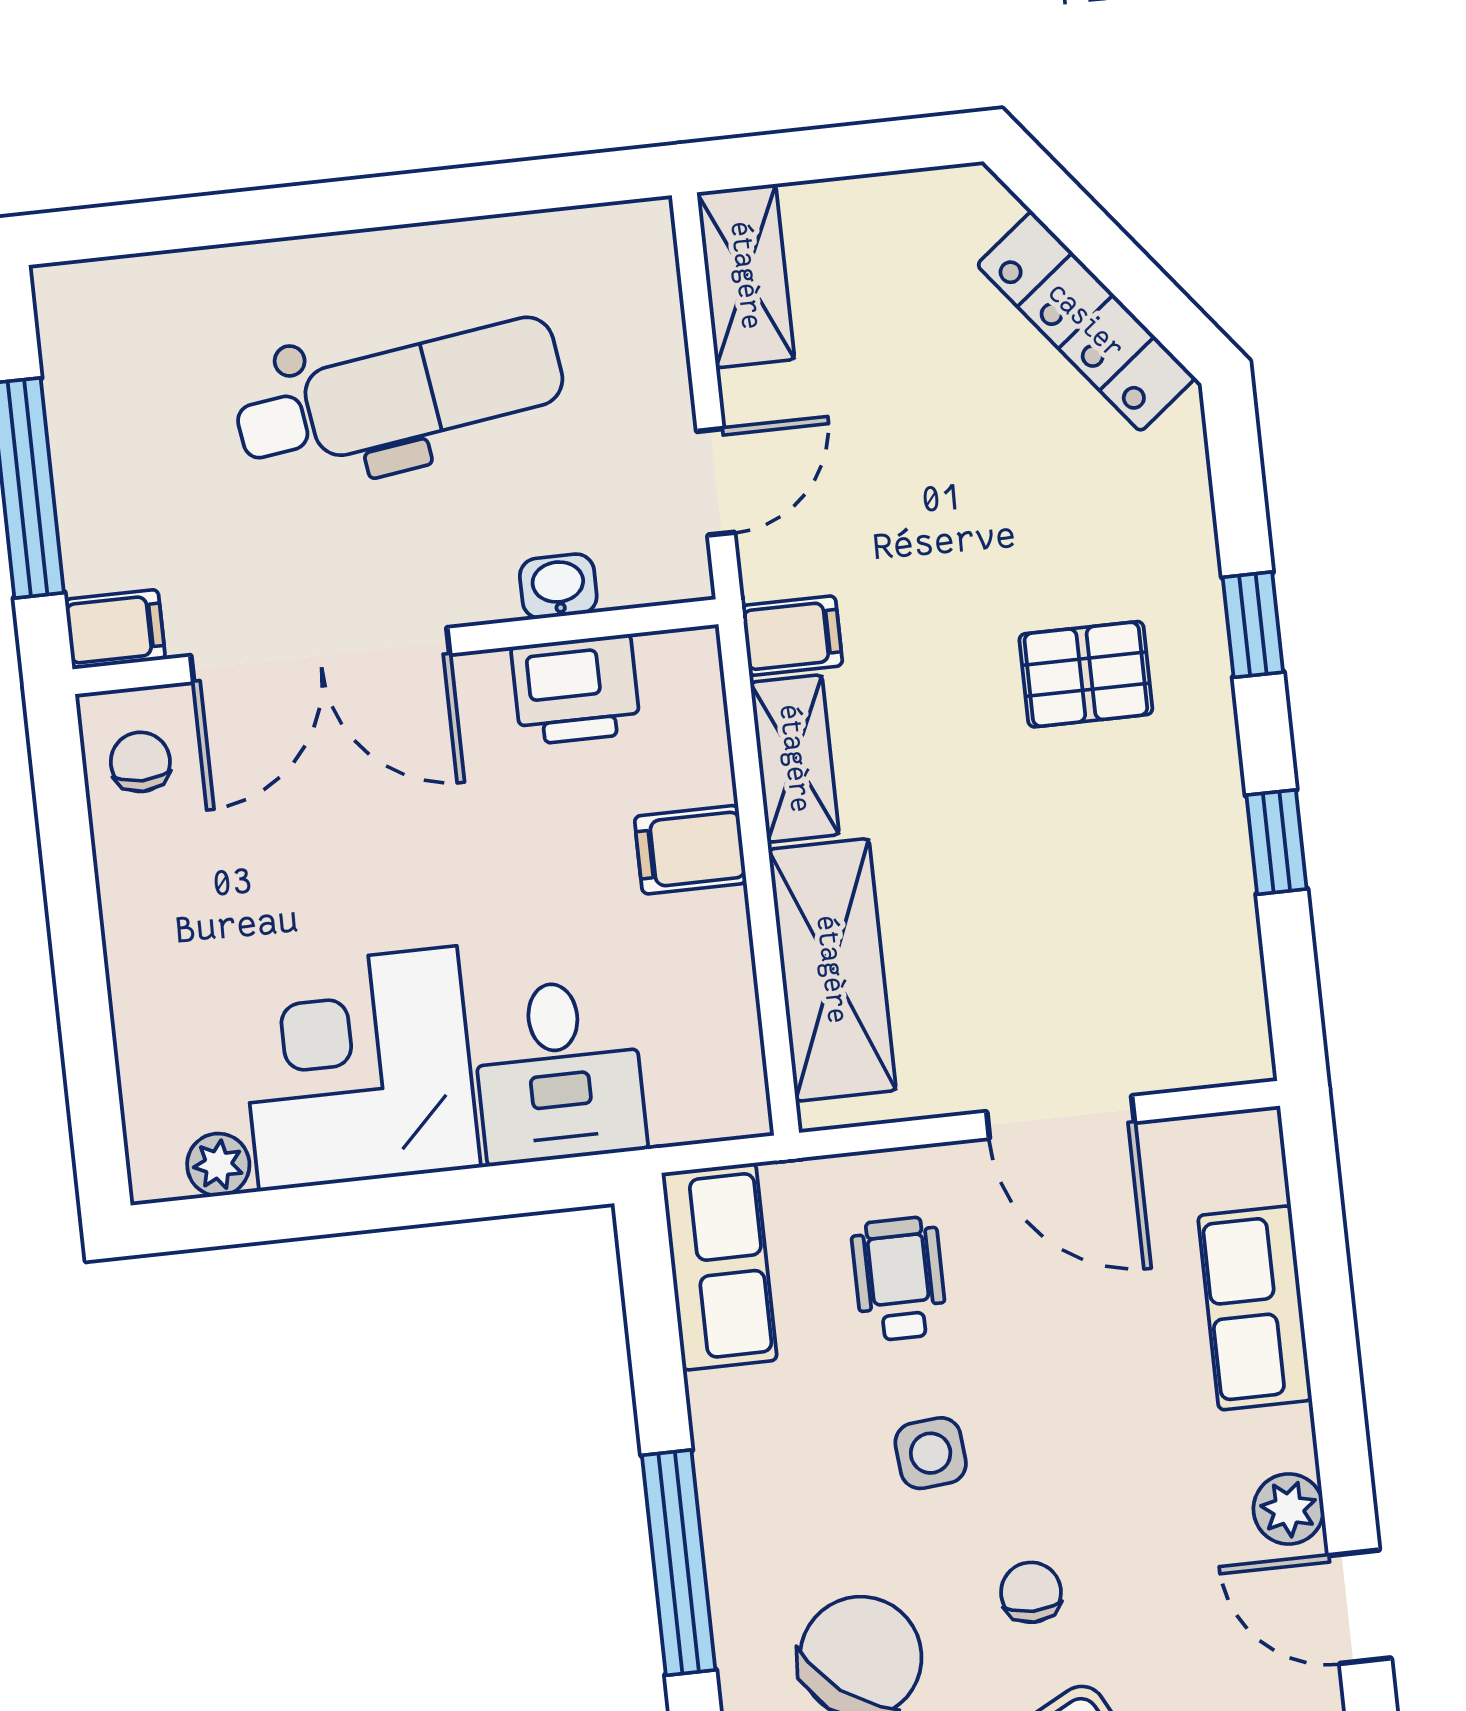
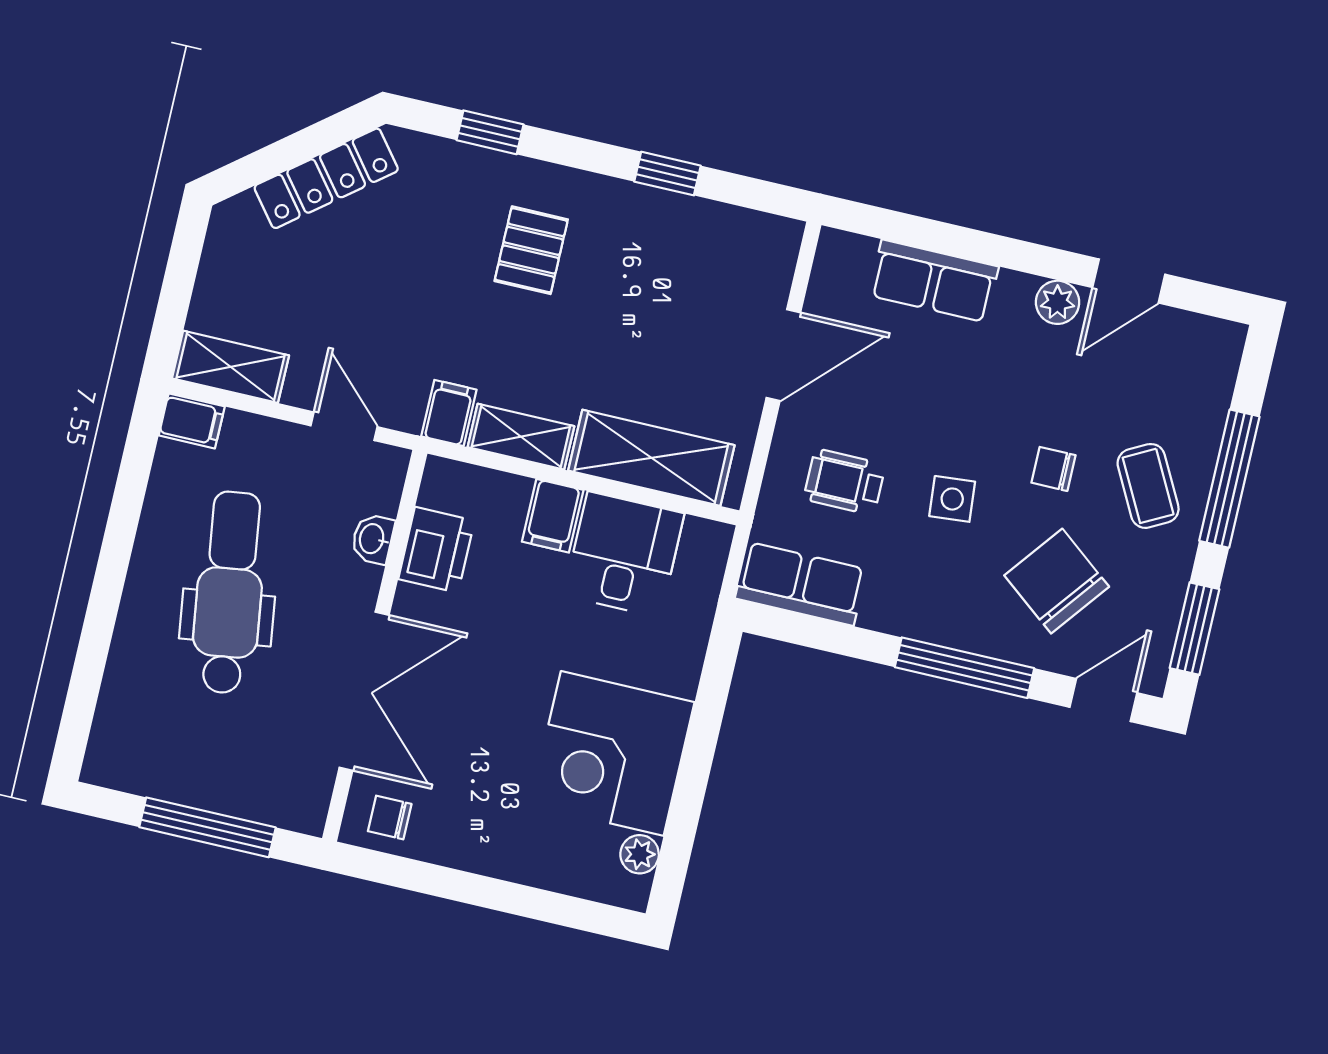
window: (1253, 625) -> (490, 132), moved
filing cabinet: (115, 629) -> (192, 421), moved, turned 90
desk: (559, 1071) -> (624, 554), moved, turned -90

